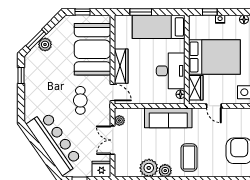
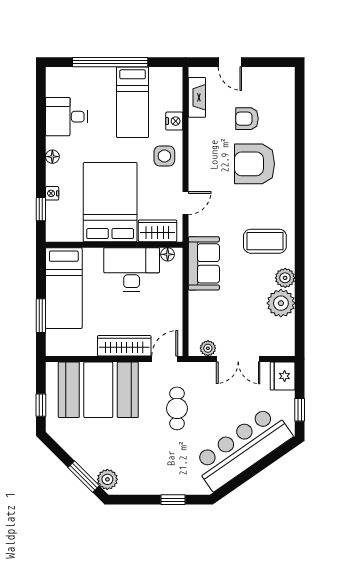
plant: (45, 44) -> (107, 479), moved
window: (21, 76) -> (173, 500), moved
cafe table: (80, 100) -> (177, 408), turned 90
sofa: (168, 118) -> (204, 263), width x0.73

